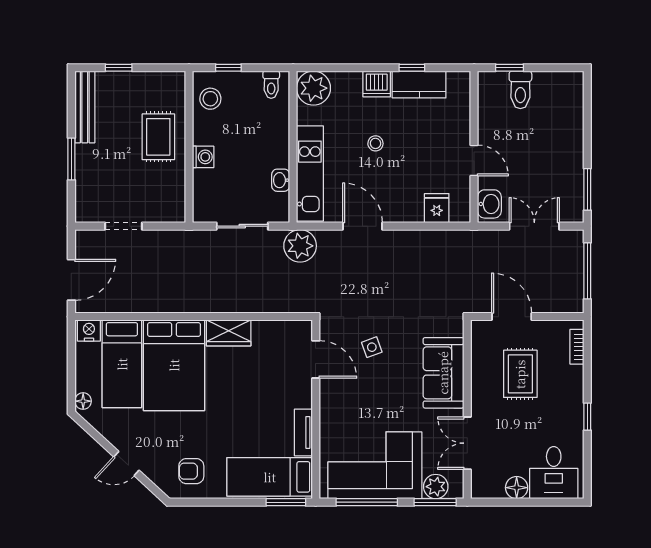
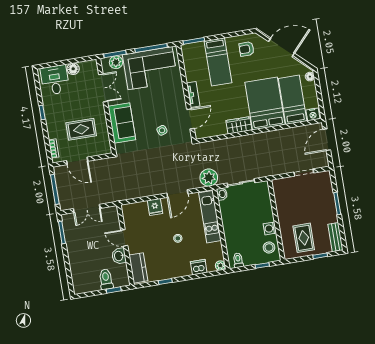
dishwasher: (377, 84) -> (199, 267), moved
kitchen counter: (419, 85) -> (138, 268), moved, turned 90
plant: (313, 88) -> (220, 266), width x0.53, depth x0.53
bench: (85, 107) -> (335, 237), width x0.73
rug: (158, 137) -> (304, 238), moved
washing machine: (203, 157) -> (270, 228), moved
washbasin: (281, 180) -> (222, 194), moved
washbasin: (489, 204) -> (119, 256), moved
fridge: (437, 208) -> (155, 207), moved
door: (363, 226) -> (177, 193), hinge flipped
door: (512, 317) -> (77, 161), moved
door: (316, 359) -> (191, 119), swing flipped
rug: (520, 374) -> (81, 129), turned 90
tv unit: (303, 432) -> (193, 95), moved
door: (126, 464) -> (281, 47), width x1.87
armchair: (191, 471) -> (246, 49), turned 180
bed: (270, 477) -> (218, 62), moved, turned 90

